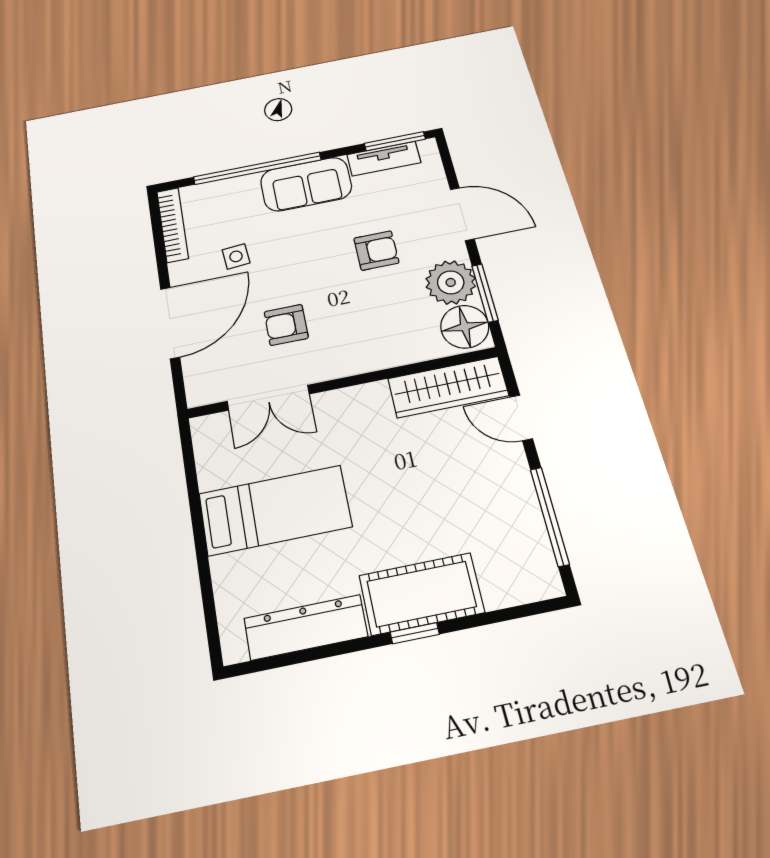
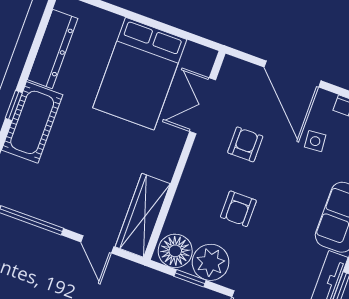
armchair: (376, 251) -> (238, 209), moved
window: (485, 293) -> (190, 278), width x0.67
door: (521, 418) -> (97, 244), swing flipped
bed: (275, 510) -> (140, 74), width x1.50

